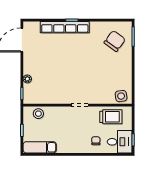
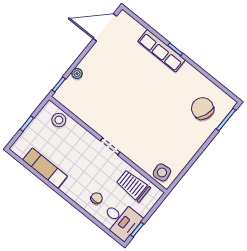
row of seats: (65, 27) -> (161, 51), width x0.73
chair: (115, 41) -> (203, 108), turned -104
trolley: (111, 117) -> (133, 186), turned 180
exam couch: (40, 147) -> (45, 168), moved

